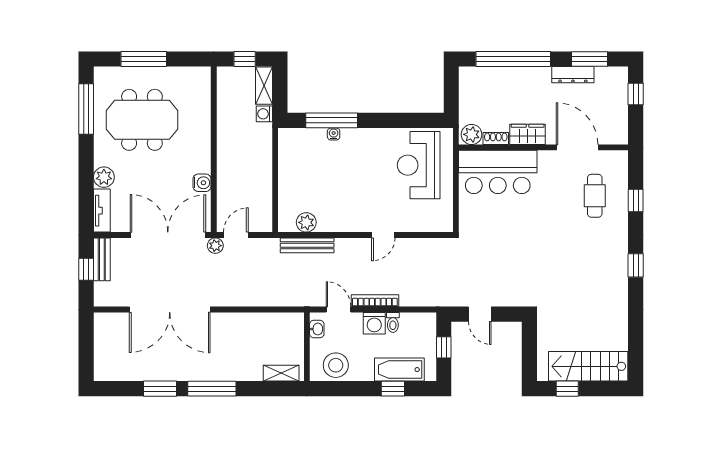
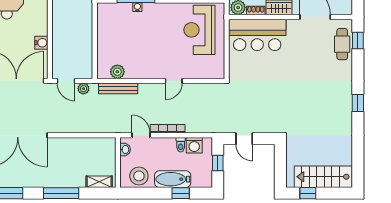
cafe table: (595, 196) -> (342, 44), moved
window: (636, 200) -> (358, 40), moved
door: (236, 235) -> (66, 81), swing flipped
plant: (215, 246) -> (83, 89), moved
washing machine: (374, 323) -> (194, 145), moved
bathtub: (399, 370) -> (173, 179), moved
window: (212, 389) -> (61, 193), moved

